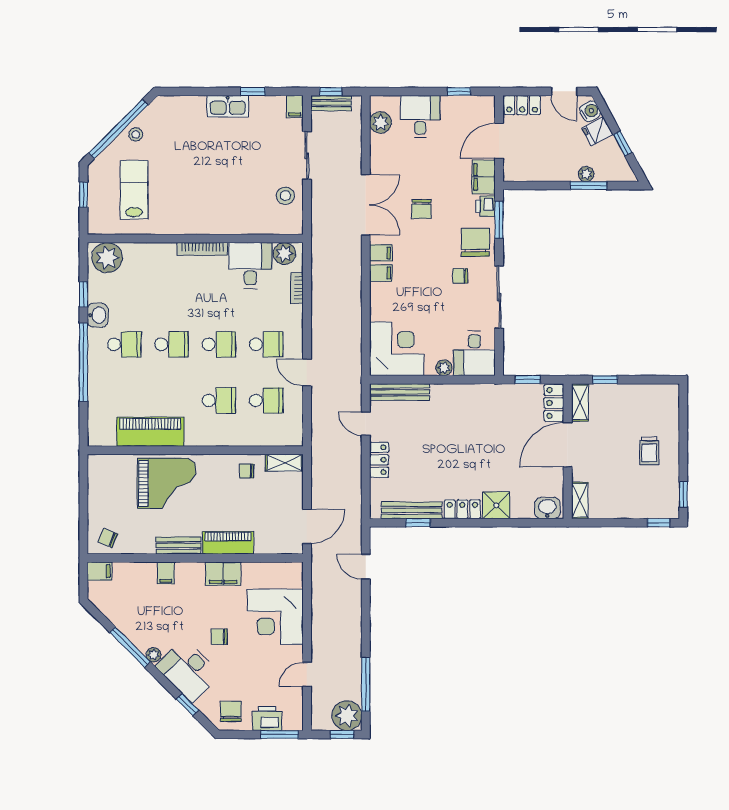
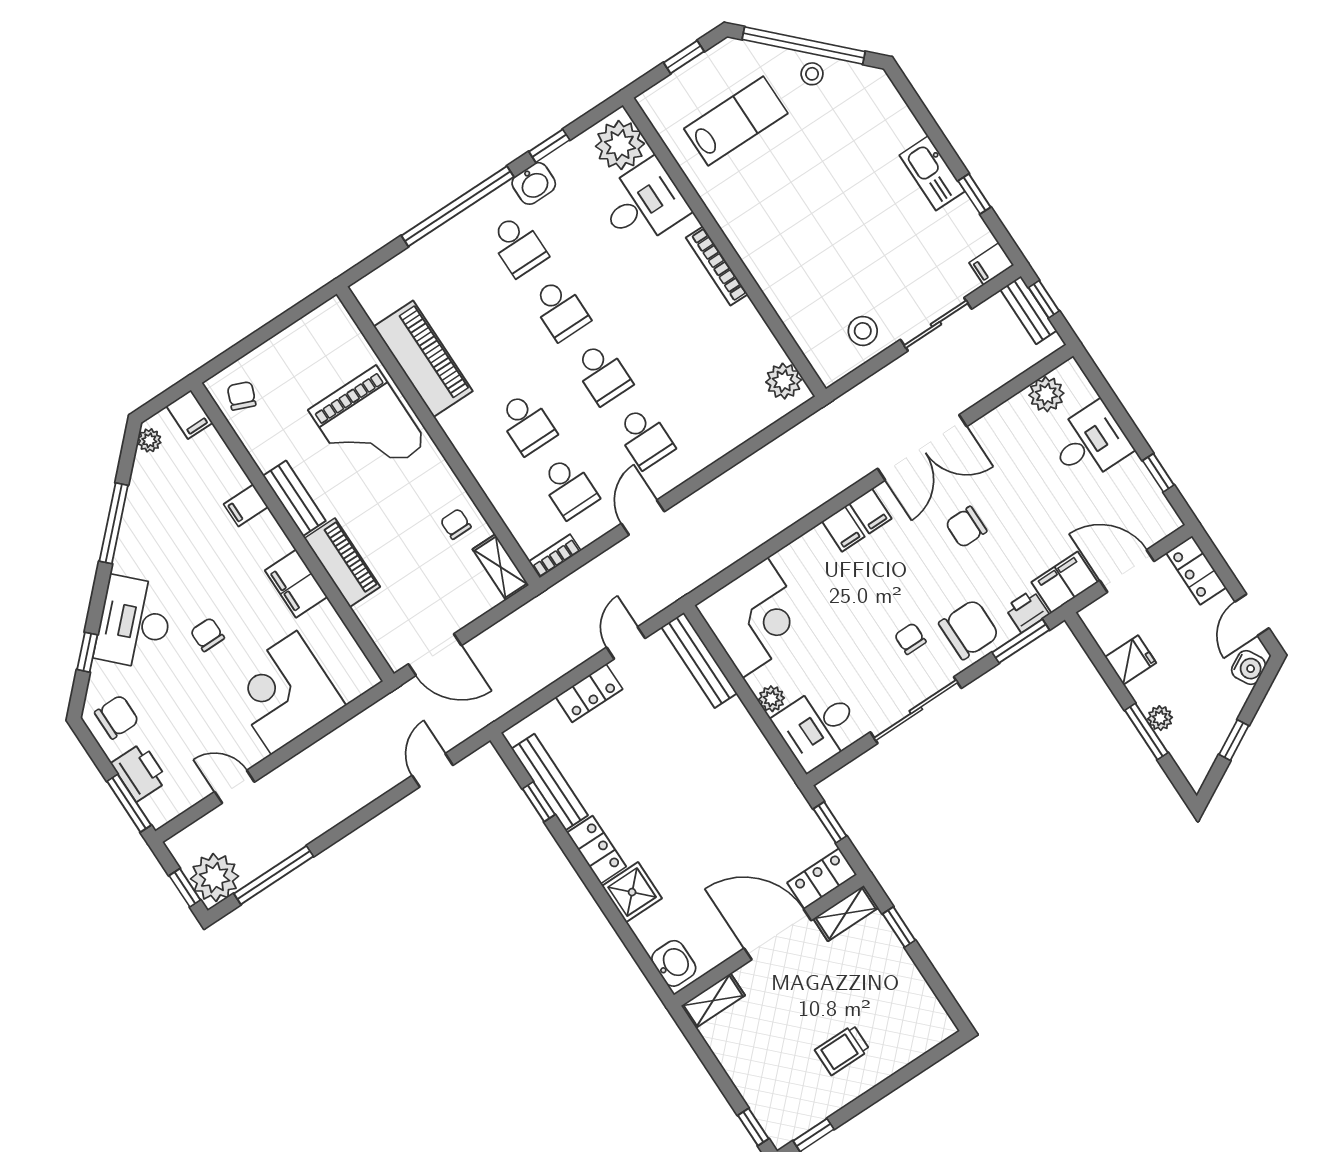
fridge: (597, 131) -> (1131, 660), moved, turned 119
desk: (250, 265) -> (643, 203), moved
bookcase: (297, 288) -> (555, 556), moved
plant: (154, 655) -> (149, 440), moved

